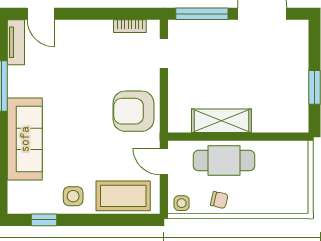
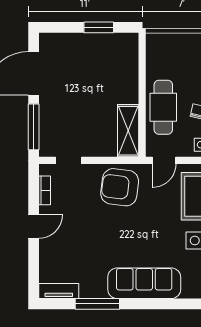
door: (41, 14) -> (34, 226), moved
armchair: (133, 111) -> (120, 187), turned 97
shelving: (221, 121) -> (128, 131), moved

